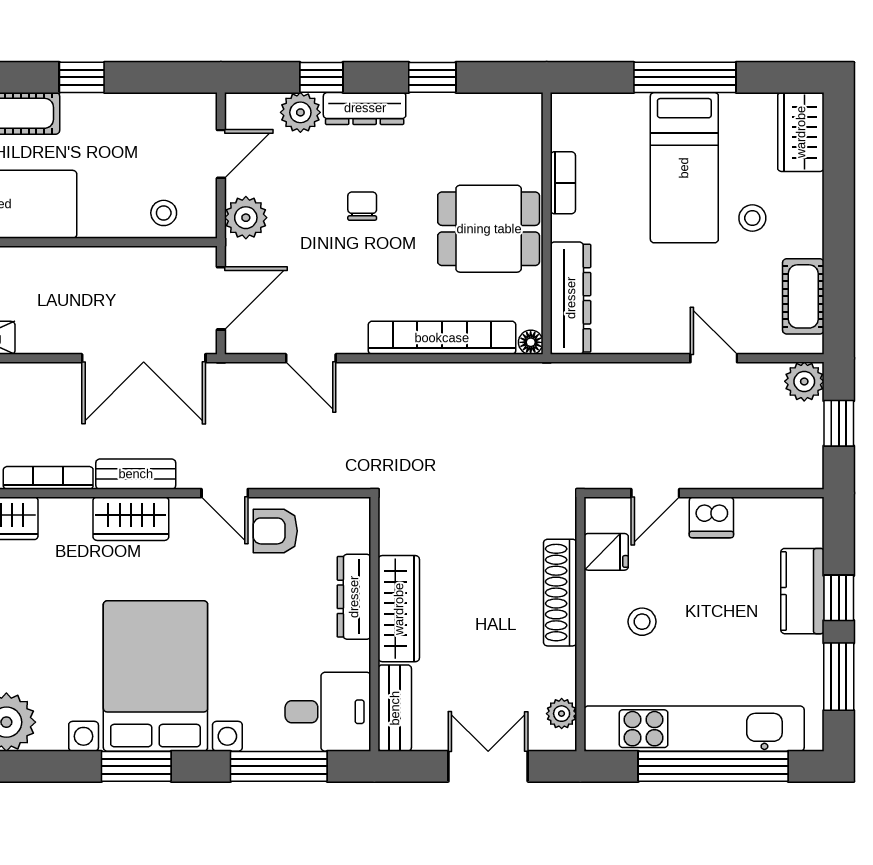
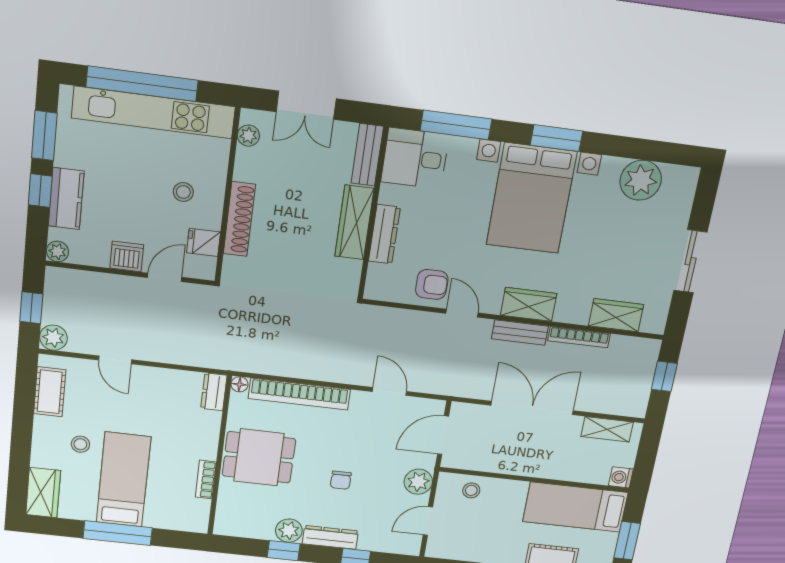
plant: (300, 112) -> (289, 531), moved
dresser: (571, 298) -> (214, 392), width x0.51, depth x0.80
double door: (144, 358) -> (532, 408), moved
plant: (808, 512) -> (57, 252), added

